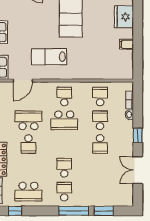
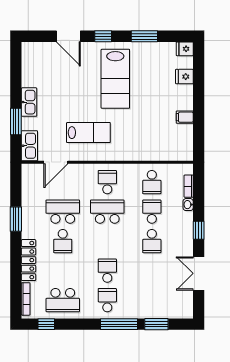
fridge: (124, 17) -> (184, 77), width x0.53, depth x0.75
lab bench: (49, 57) -> (88, 133), turned 180
school desk: (100, 97) -> (152, 182), turned 180
school desk: (64, 120) -> (107, 212), turned 180

